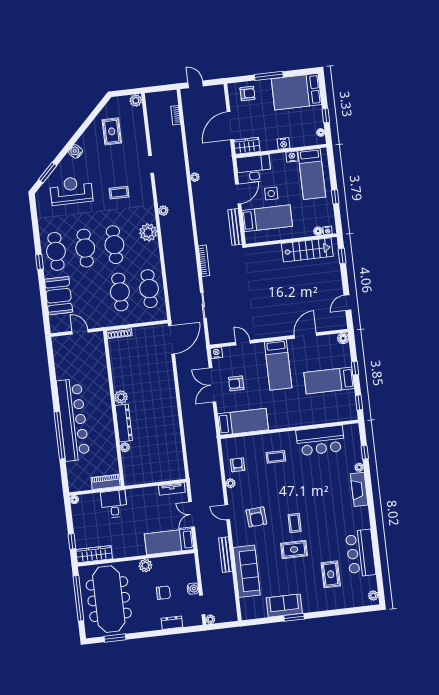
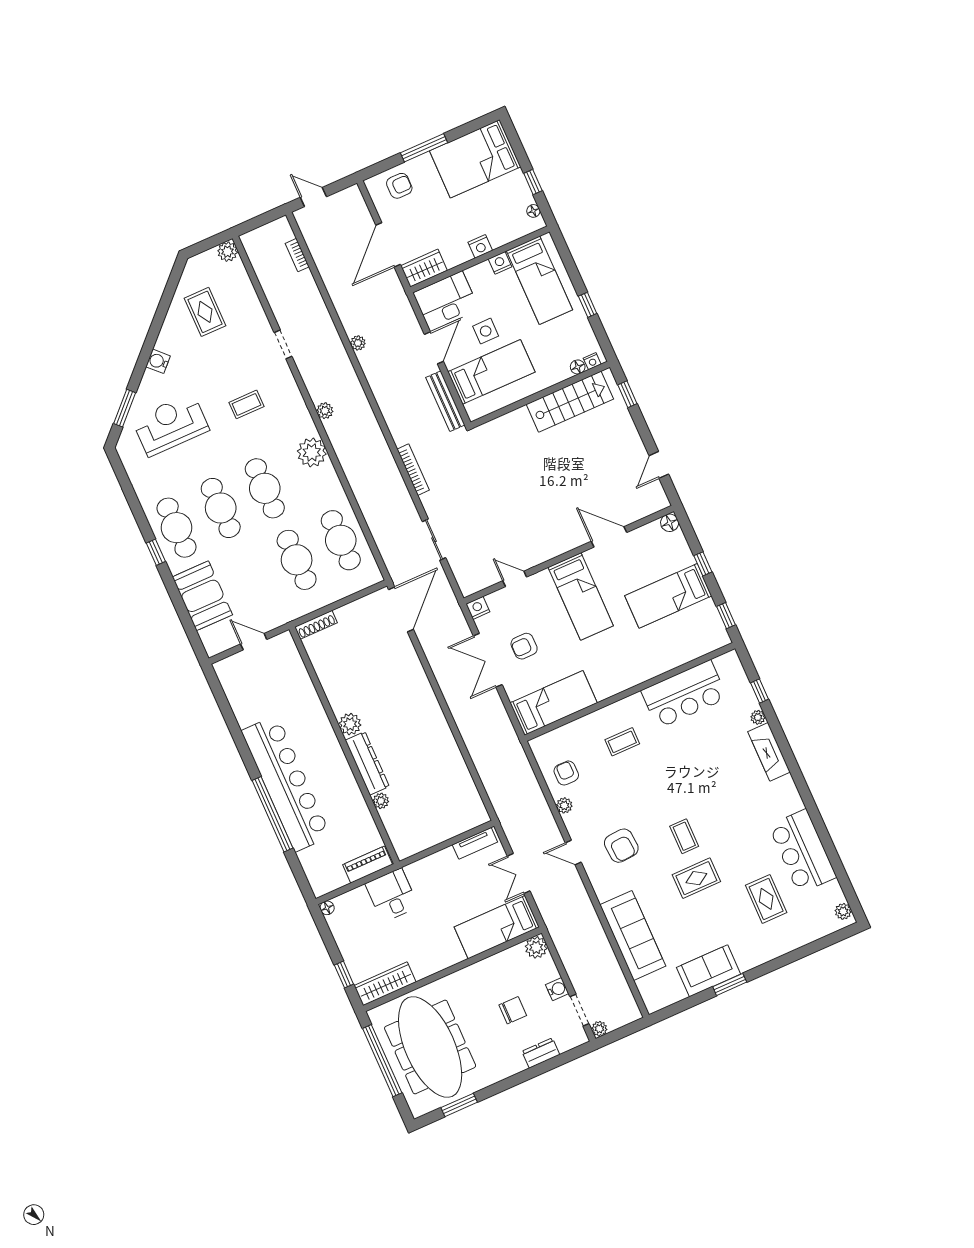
door: (305, 335) -> (609, 537), hinge flipped
bench: (225, 555) -> (591, 920), removed
plant: (145, 565) -> (536, 947), moved

